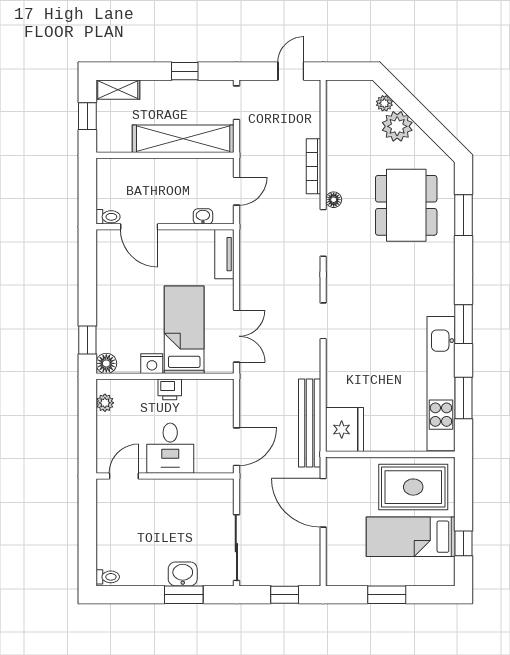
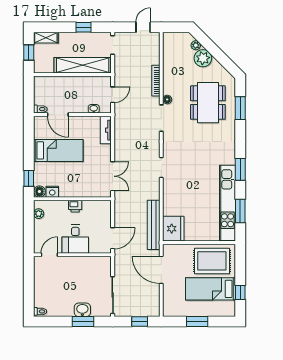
bed: (184, 330) -> (58, 150), moved, turned 90
nightstand: (152, 364) -> (52, 192), moved

